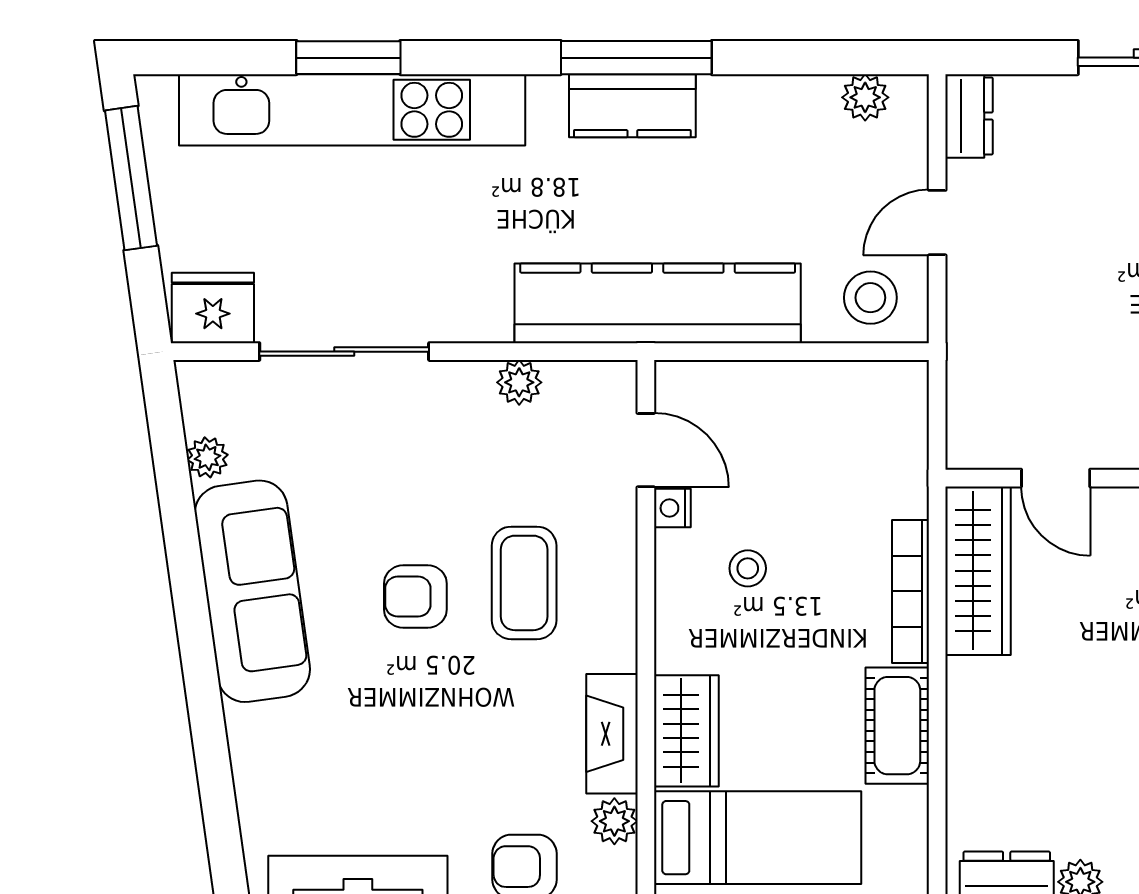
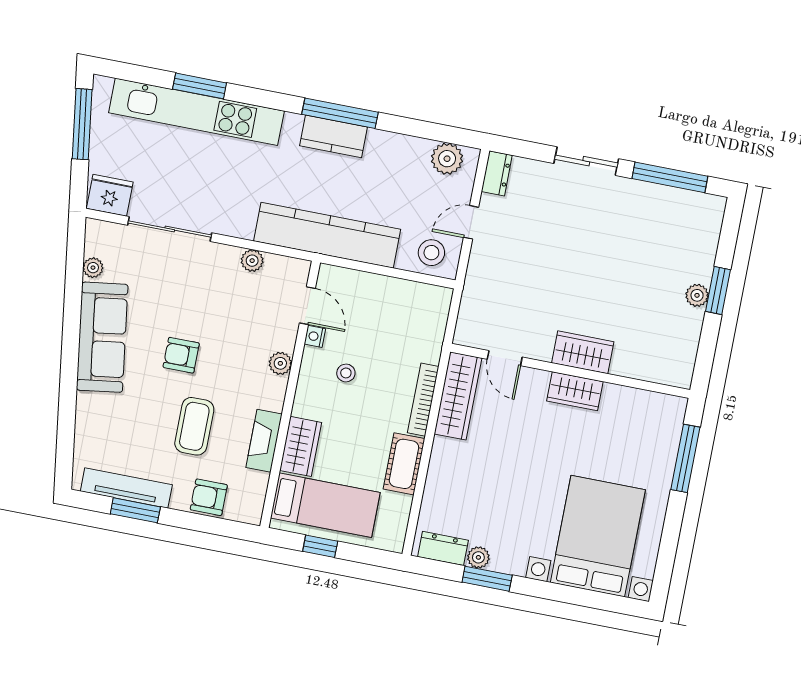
plant: (865, 97) -> (447, 159), width x1.38, depth x1.38
coffee table: (524, 583) -> (194, 426), moved
plant: (614, 821) -> (280, 363), moved

